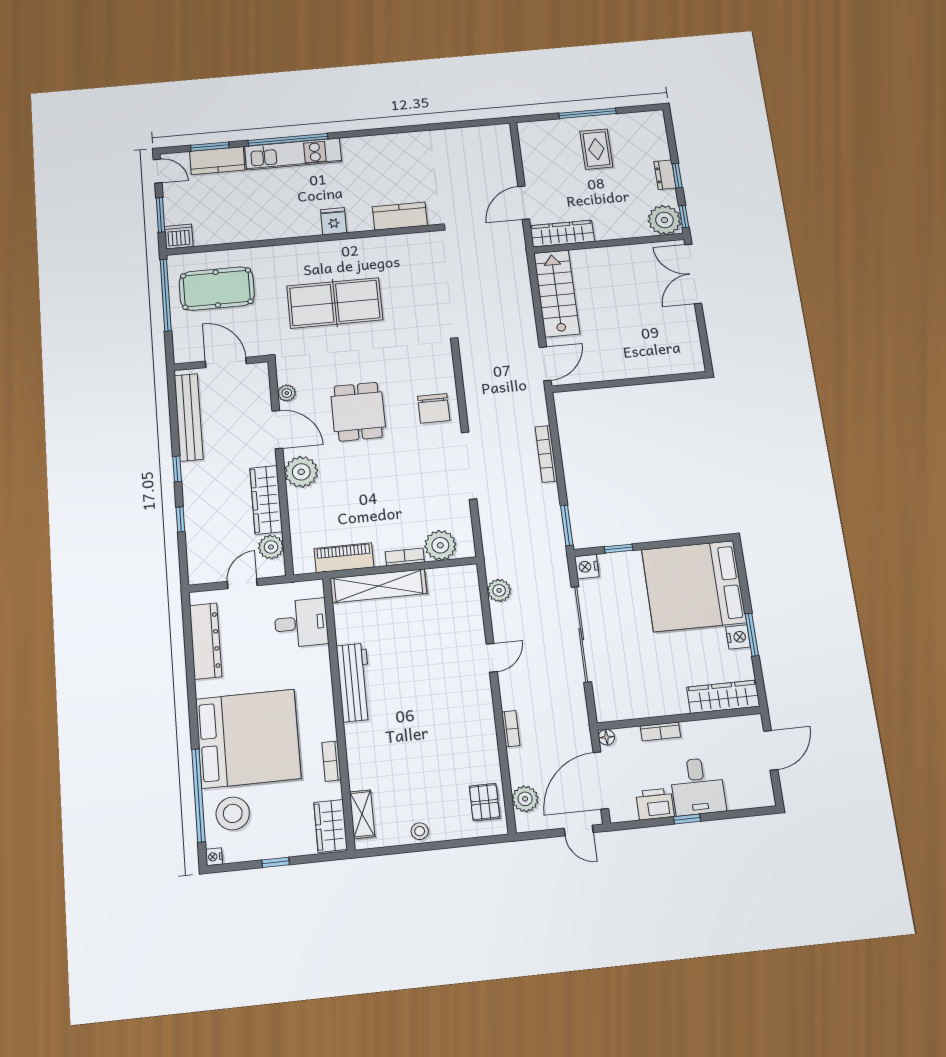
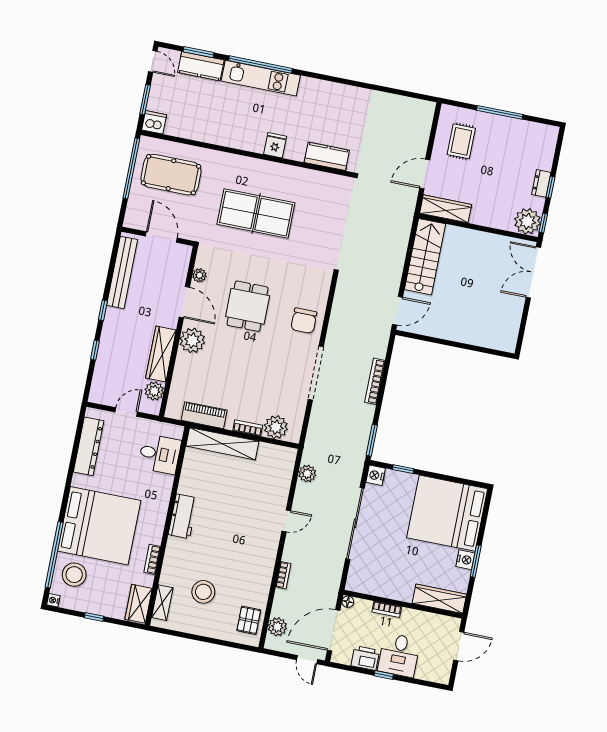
rug: (596, 149) -> (461, 141), moved
workbench: (354, 682) -> (183, 516), width x0.73
stool: (420, 831) -> (203, 592), moved, width x1.89, depth x1.89

